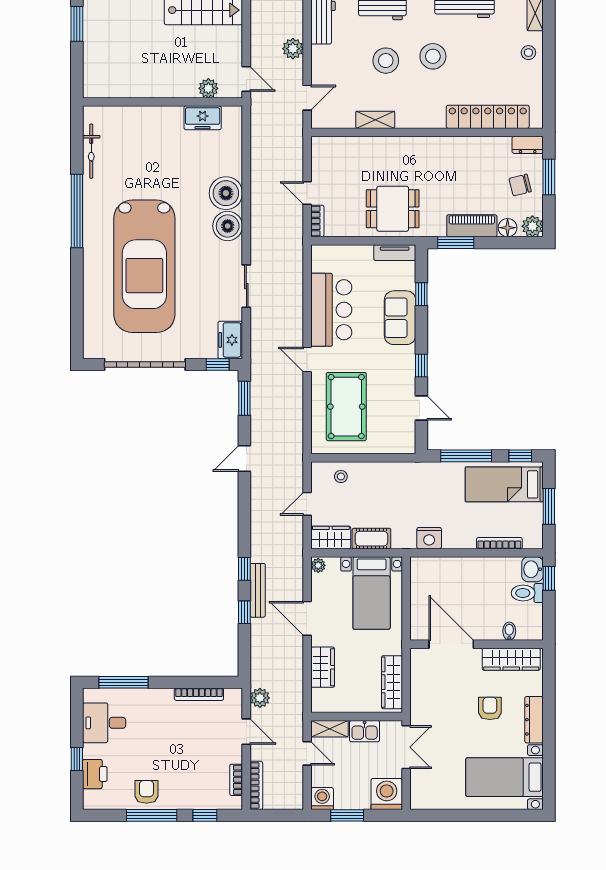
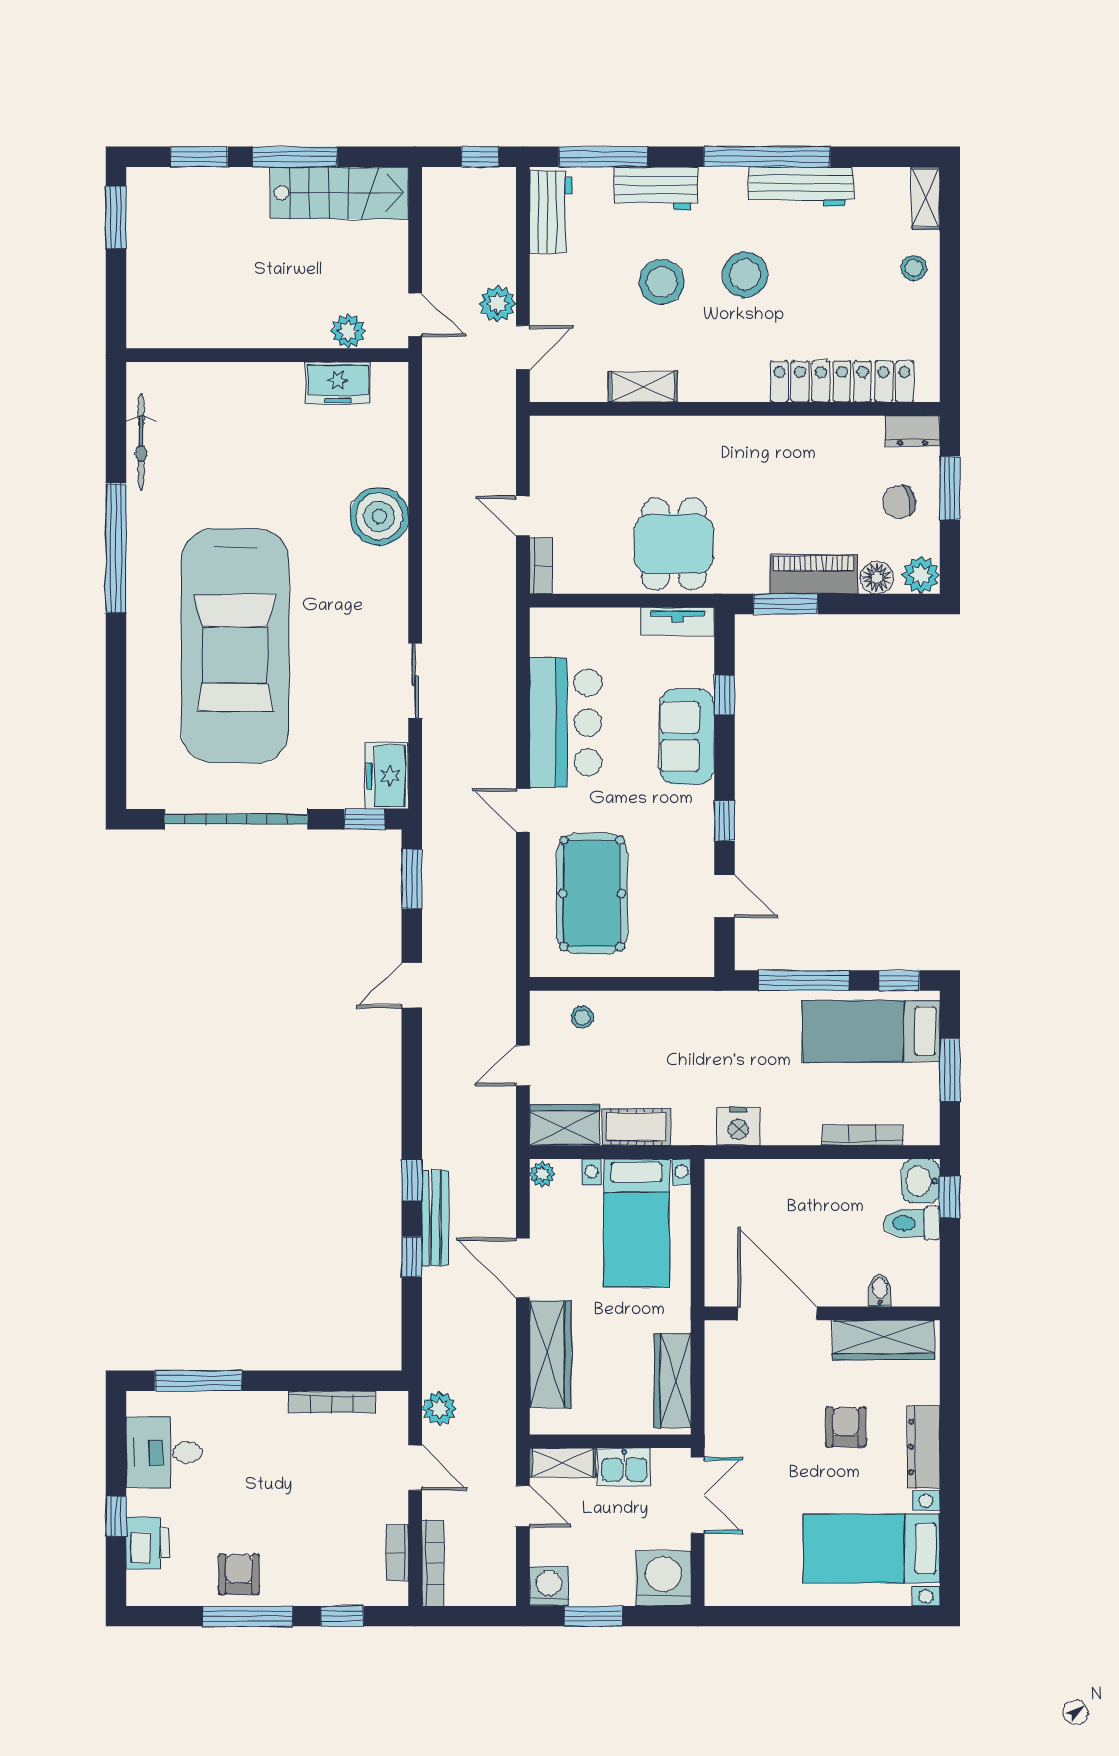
plant: (293, 49) -> (498, 304), moved
dining table: (393, 209) -> (674, 544), turned 90
boiler: (228, 226) -> (382, 574), removed
wardrobe: (323, 667) -> (550, 1354), width x1.50

